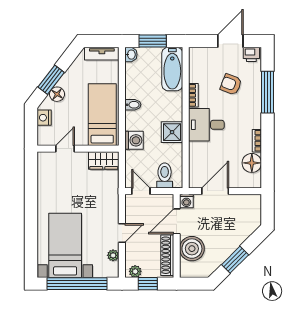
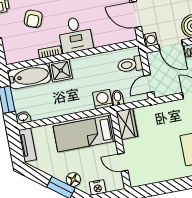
bidet: (133, 105) -> (118, 98), moved
shower: (172, 132) -> (61, 71), moved

